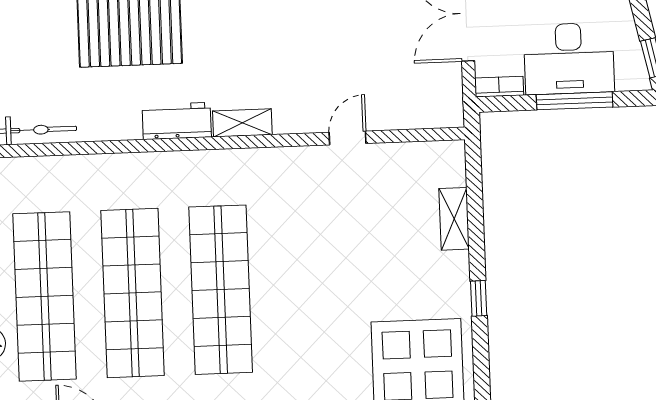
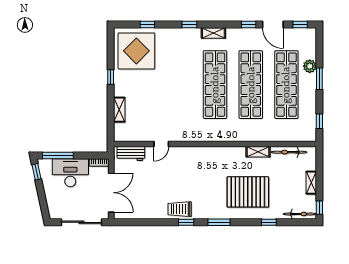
window: (575, 101) -> (58, 156), moved
workbench: (177, 121) -> (131, 154), moved
shelving: (242, 123) -> (258, 152), moved

